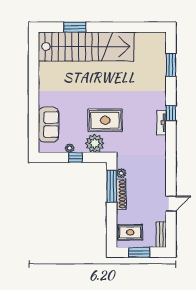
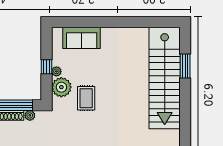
rug: (105, 120) -> (86, 98), width x0.73, depth x0.70
plant: (70, 148) -> (56, 71), moved

